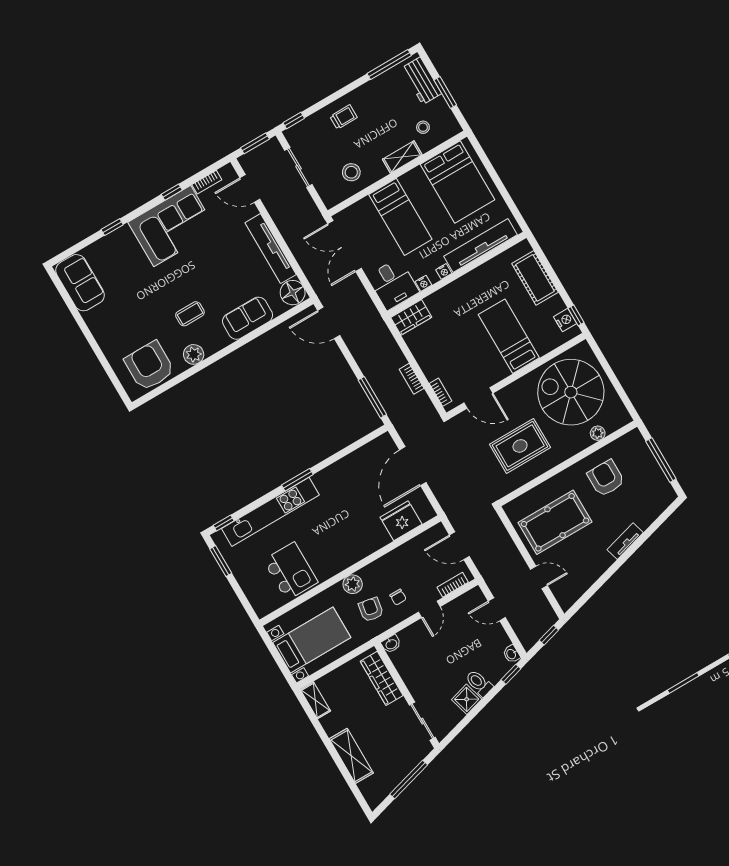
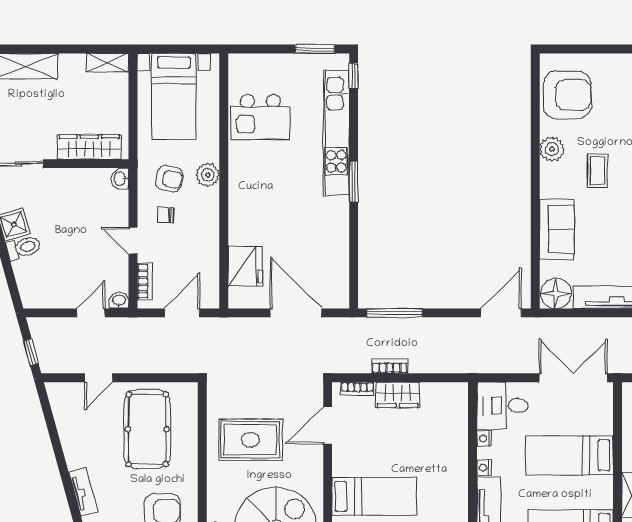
wardrobe: (411, 317) -> (398, 395), moved, turned -90
rug: (520, 446) -> (250, 440), turned 90
washbasin: (511, 654) -> (119, 301), moved
window: (511, 674) -> (13, 287), removed

